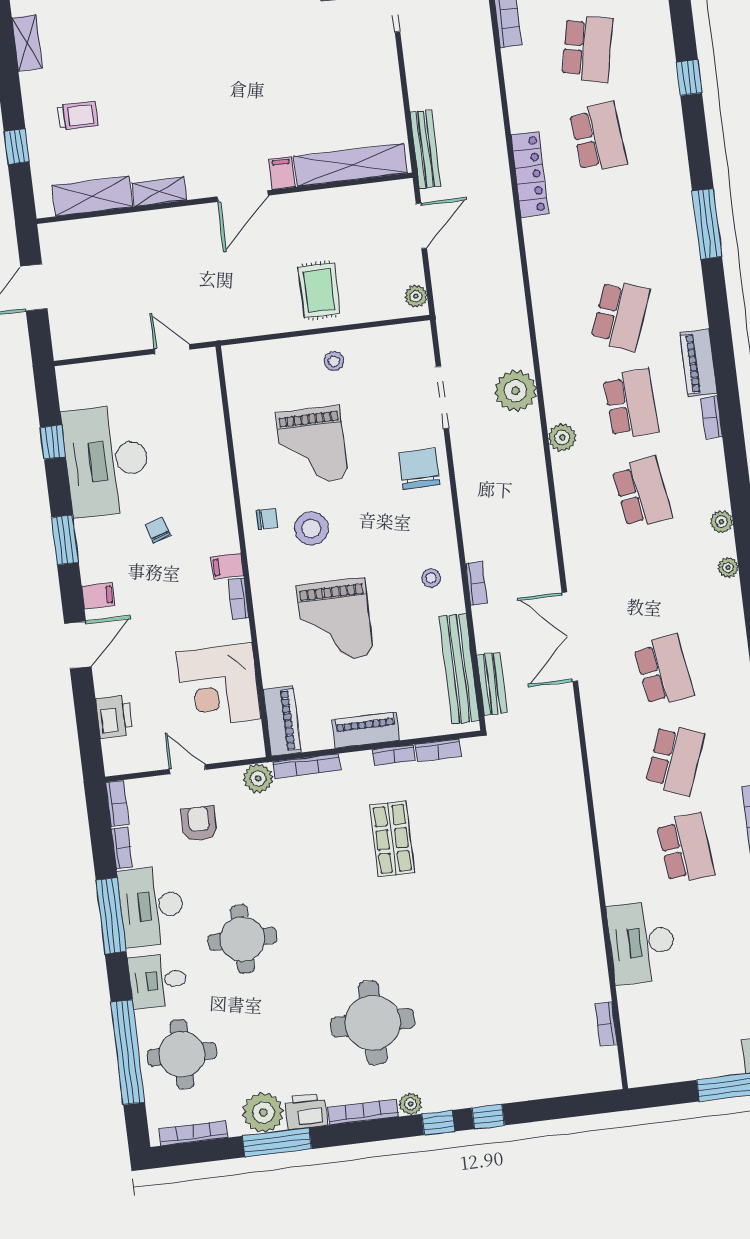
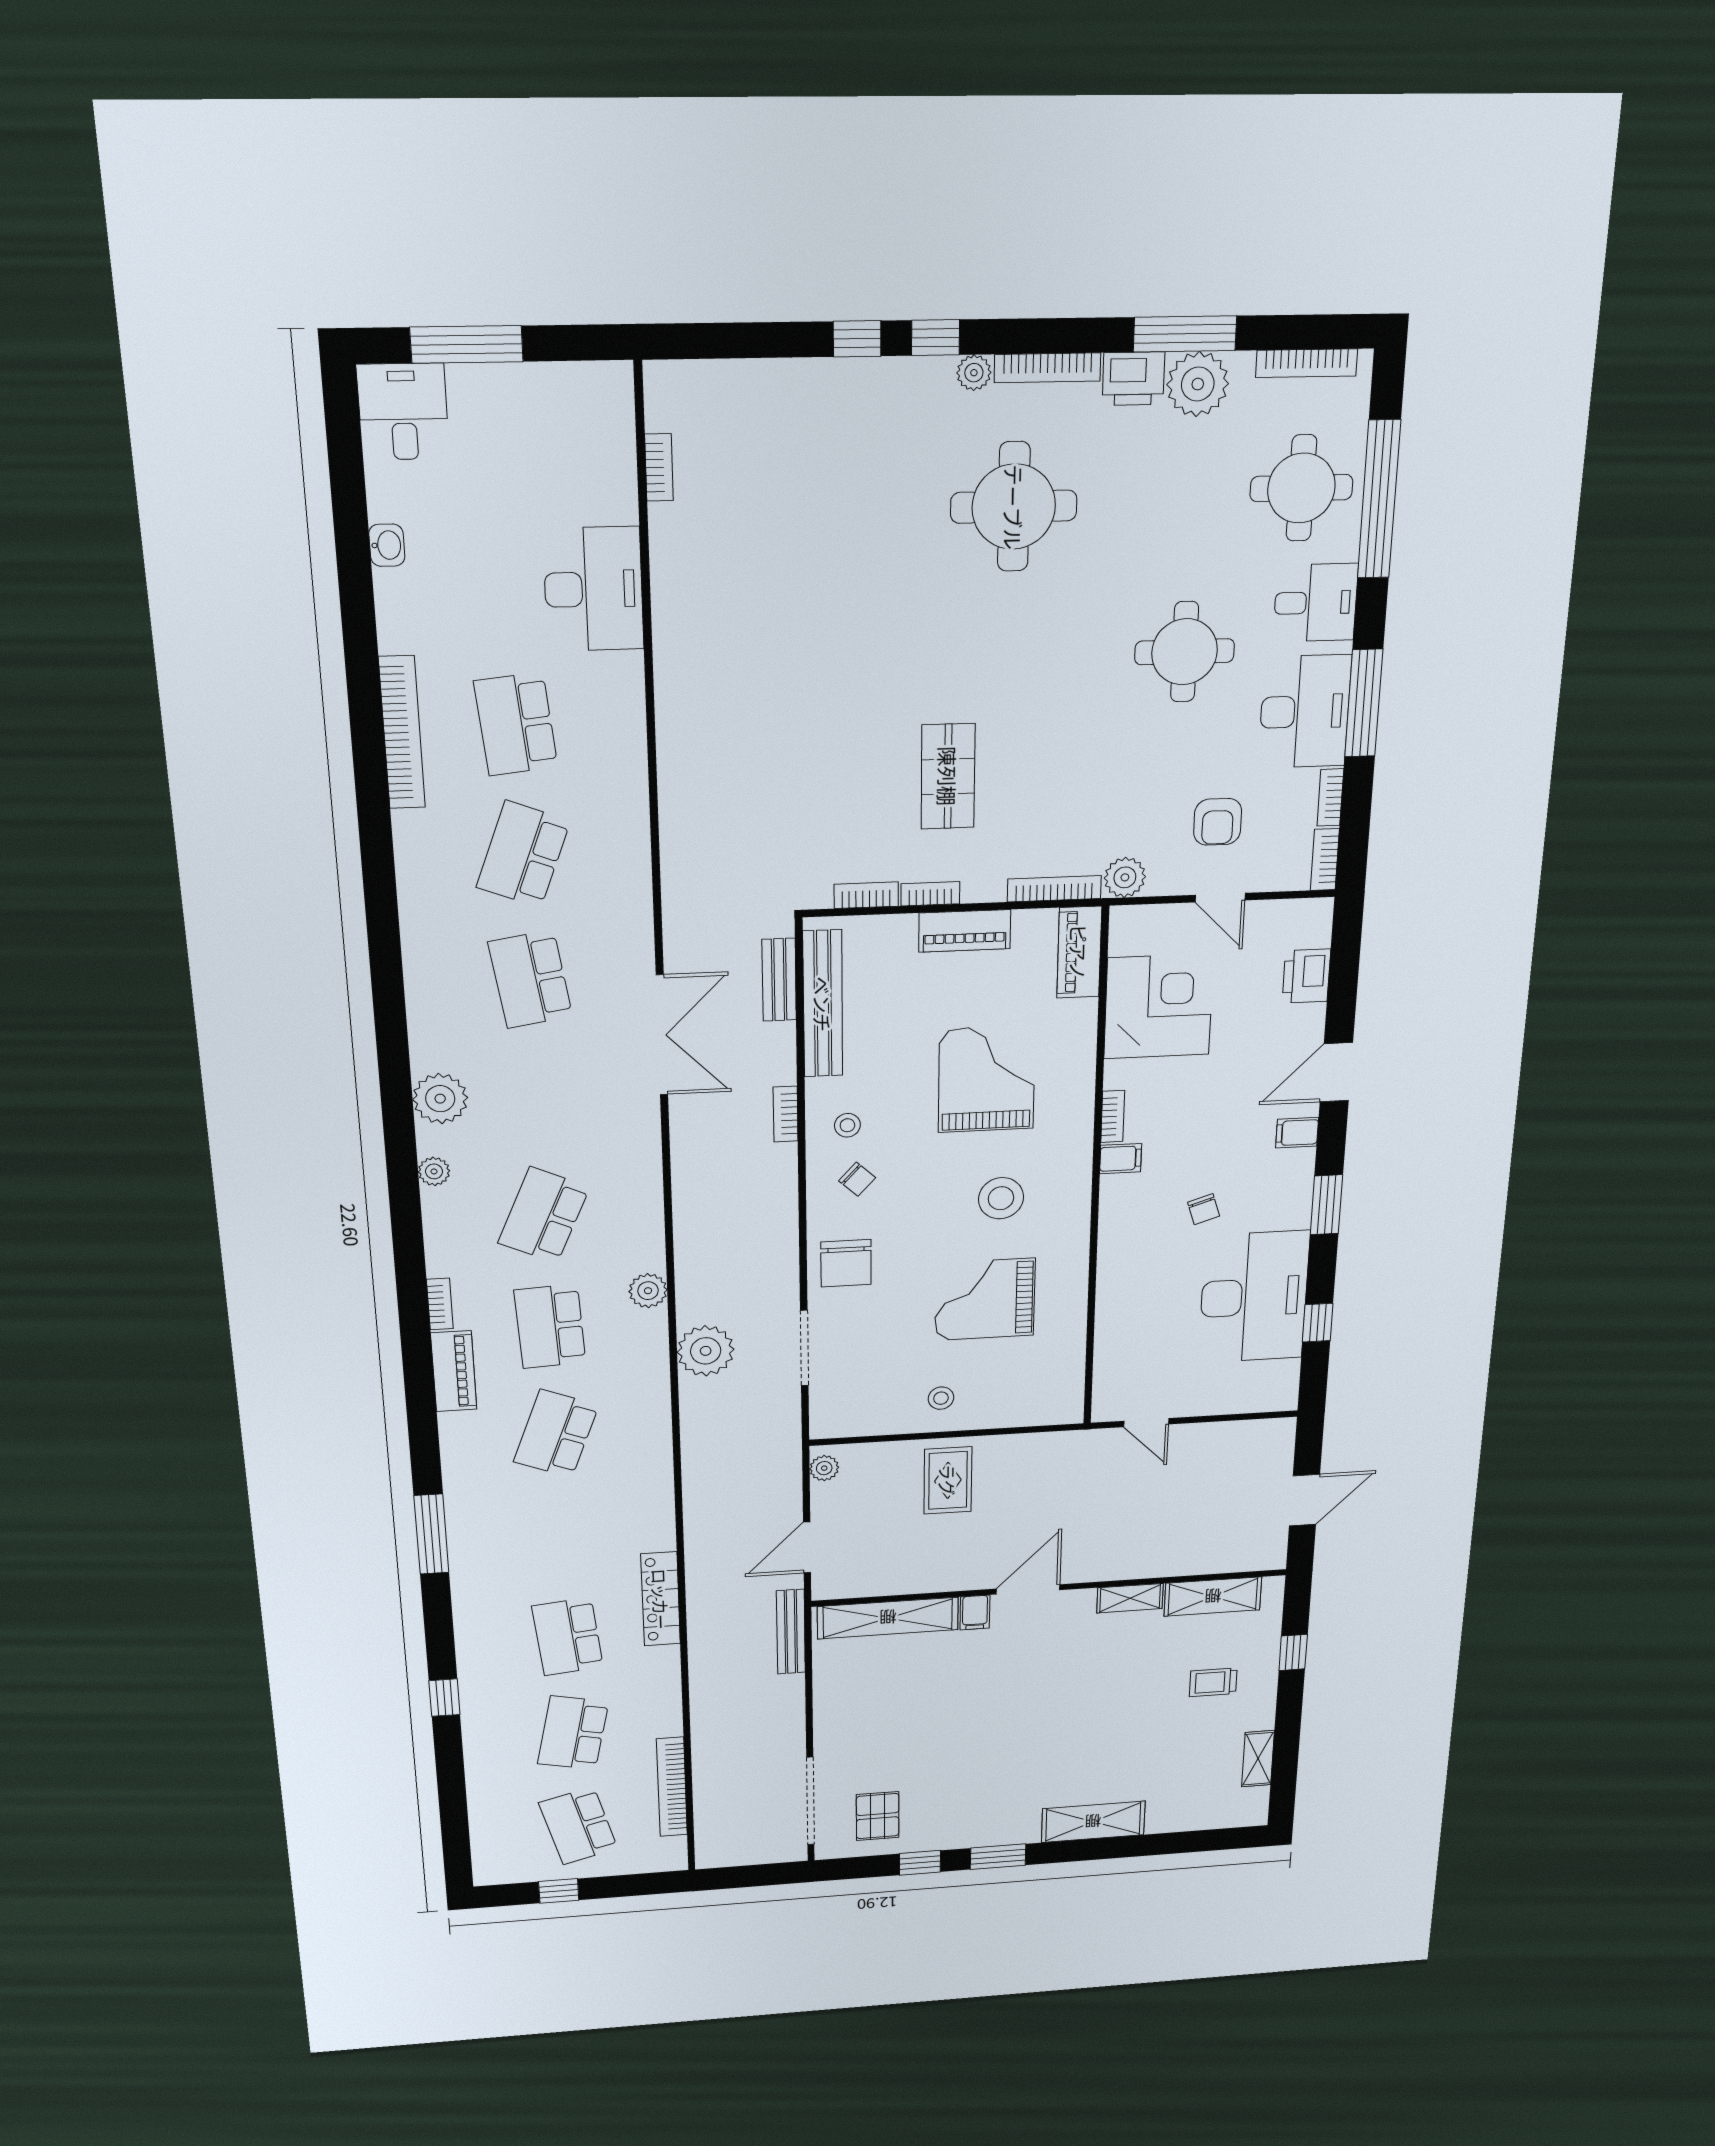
grand piano: (312, 446) -> (985, 1299), turned -90
school desk: (642, 493) -> (544, 1215), turned 33
chair: (267, 519) -> (857, 1179), moved, turned -137
plant: (728, 568) -> (440, 1099), width x1.88, depth x1.88

